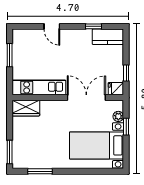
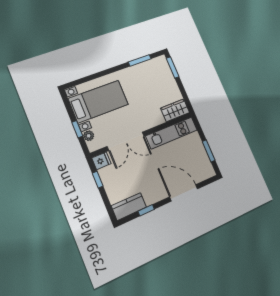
door: (52, 26) -> (184, 193), width x1.88

